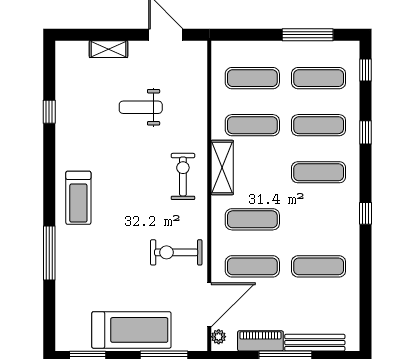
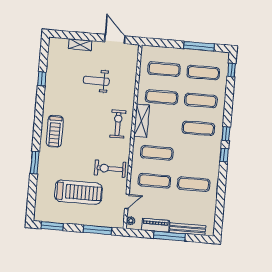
window: (366, 132) -> (226, 134), moved
window: (49, 253) -> (35, 162), width x0.69
door: (209, 305) -> (127, 201), width x0.53
treadmill: (131, 330) -> (78, 192), moved

